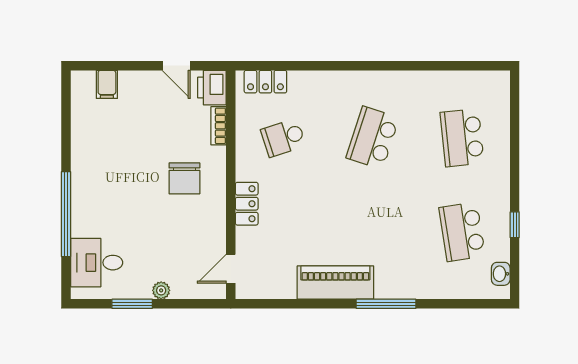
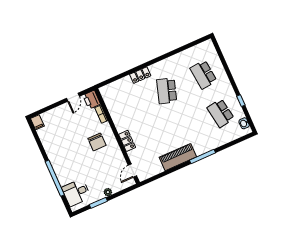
door: (176, 66) -> (73, 97), hinge flipped
locker: (265, 82) -> (140, 75), moved
filing cabinet: (107, 84) -> (37, 122), moved
school desk: (283, 138) -> (130, 107), removed

